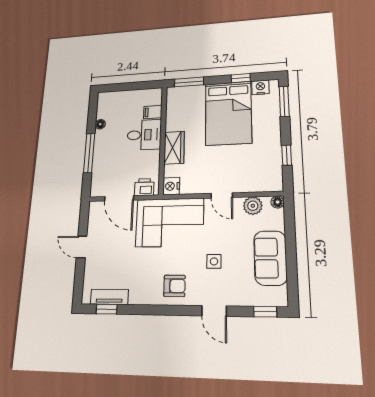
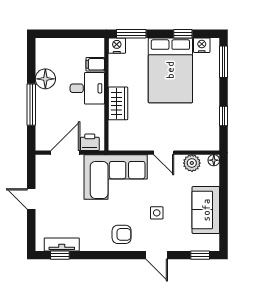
floor lamp: (100, 124) -> (45, 79), width x1.89, depth x1.89
nightstand: (171, 186) -> (117, 46), moved, turned 90
door: (119, 198) -> (65, 153), swing flipped

